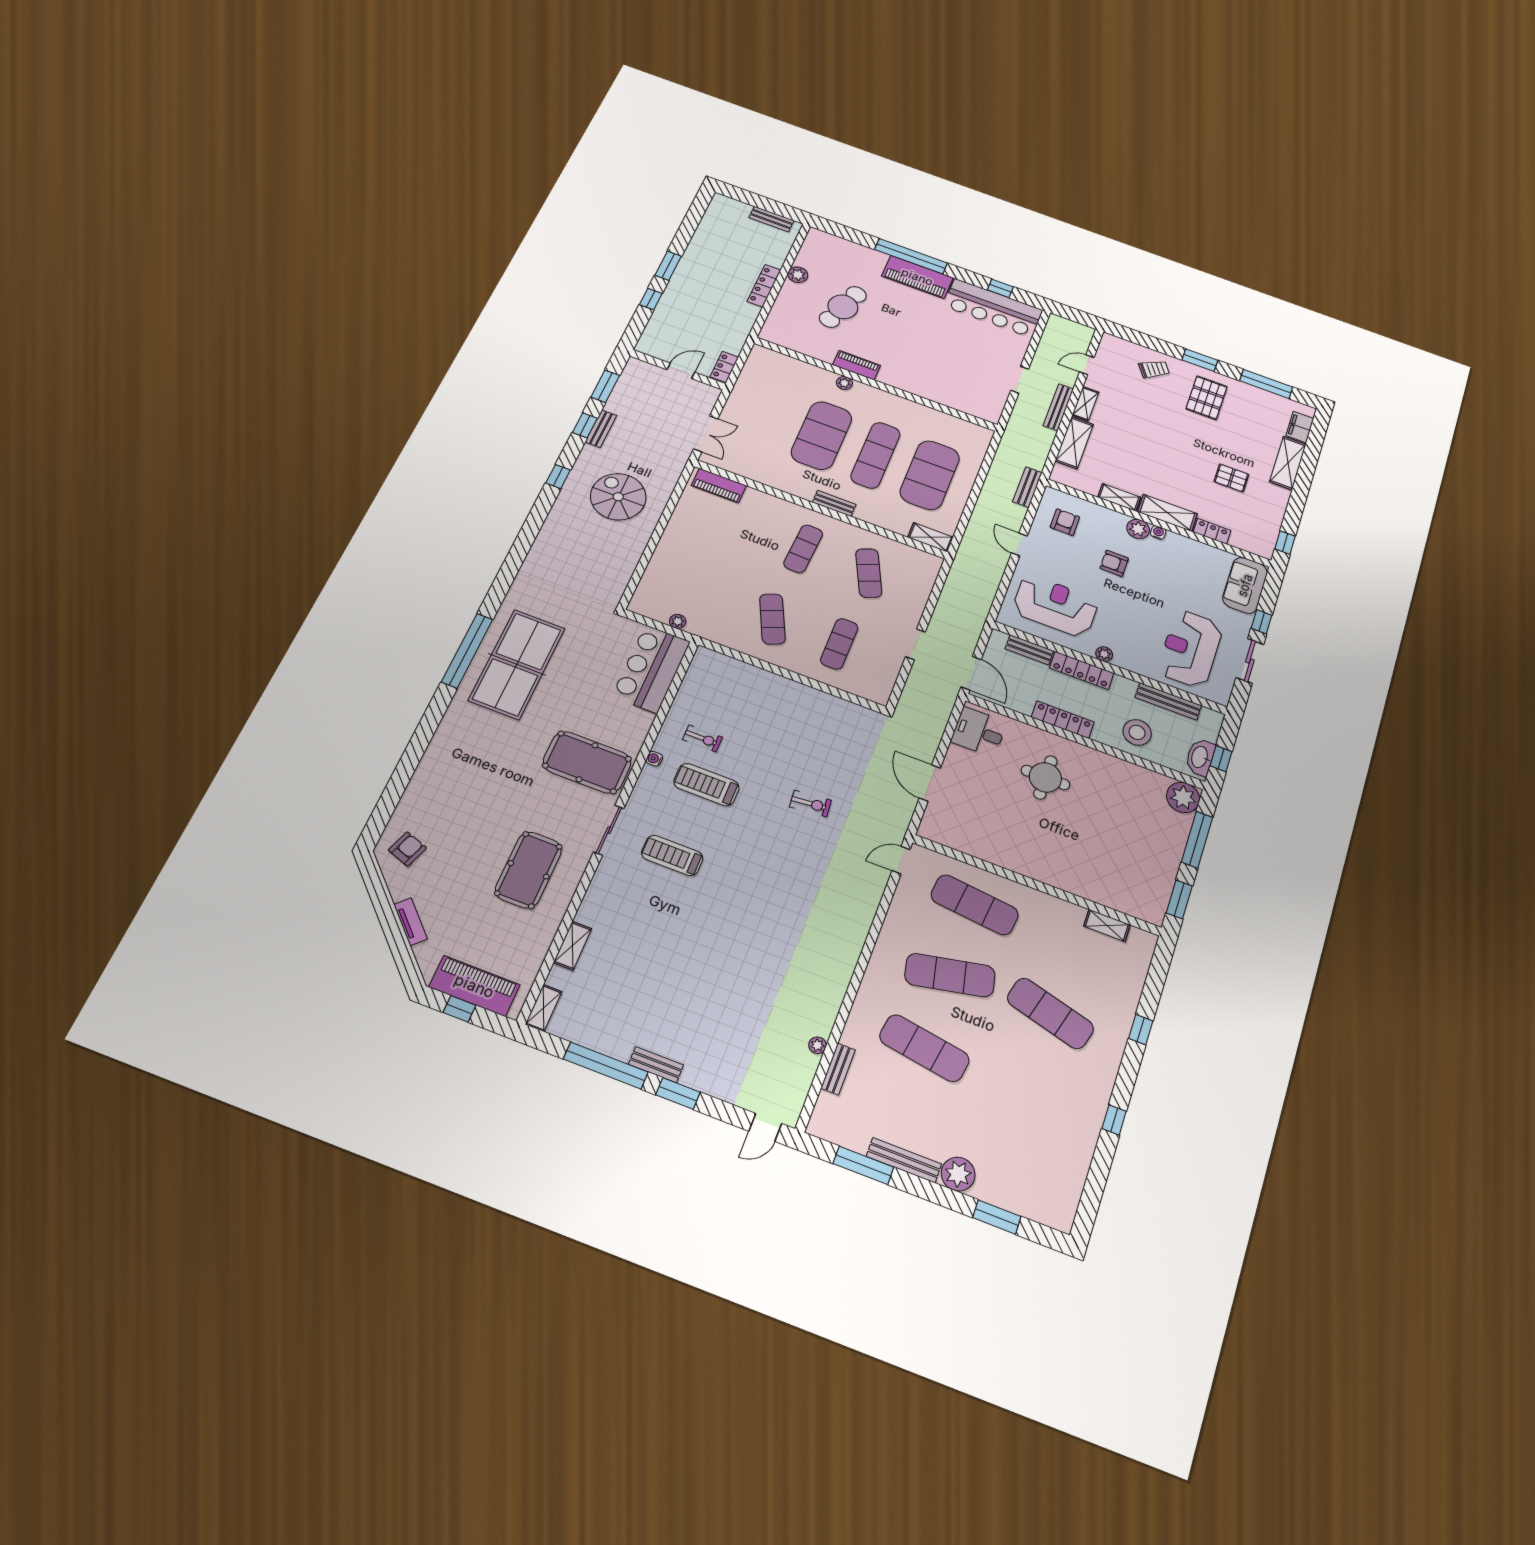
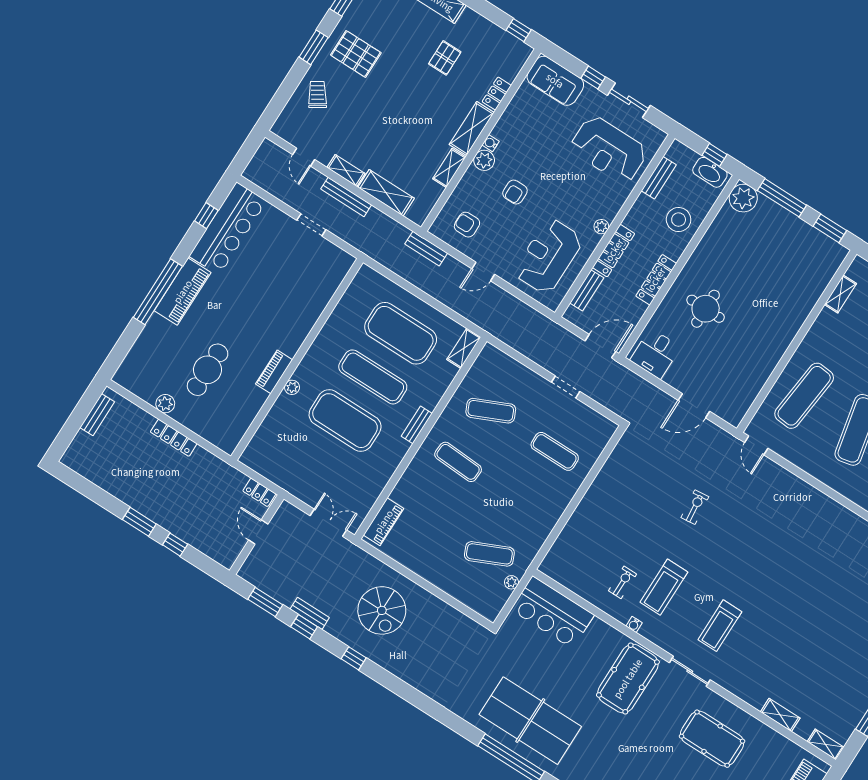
cafe table: (843, 307) -> (208, 370), turned 71
spiral stairs: (618, 497) -> (382, 610), turned -90
exercise mat: (772, 619) -> (489, 554), moved
bench: (1168, 701) -> (659, 178), width x0.73

